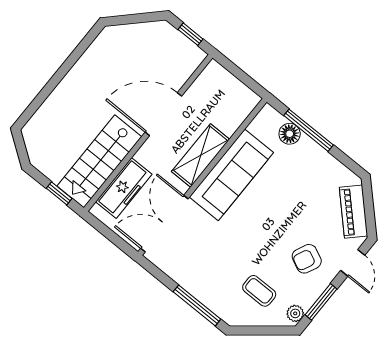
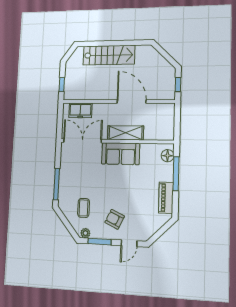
floor lamp: (290, 134) -> (168, 156), moved
stairs: (99, 161) -> (109, 55), moved, turned 180
sofa: (231, 175) -> (121, 154), width x0.73
freezer: (124, 188) -> (80, 110), width x0.71
piano: (354, 212) -> (166, 198), moved, turned -45

